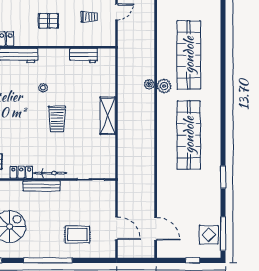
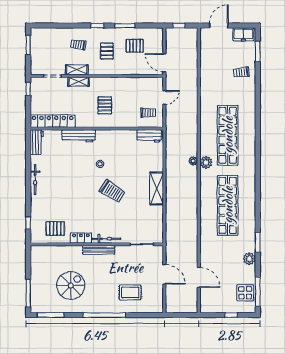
trolley: (89, 17) -> (148, 113), moved
pallet: (48, 21) -> (105, 105), turned 90
workbench: (84, 56) -> (149, 136), moved
trolley: (57, 119) -> (112, 191), turned -57
plant: (213, 196) -> (249, 259), added
door: (117, 228) -> (164, 274), moved
door: (156, 229) -> (199, 277), moved

